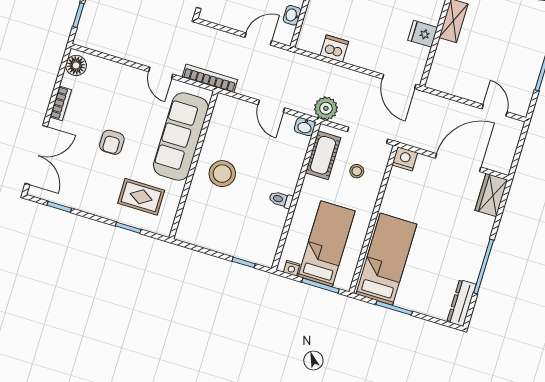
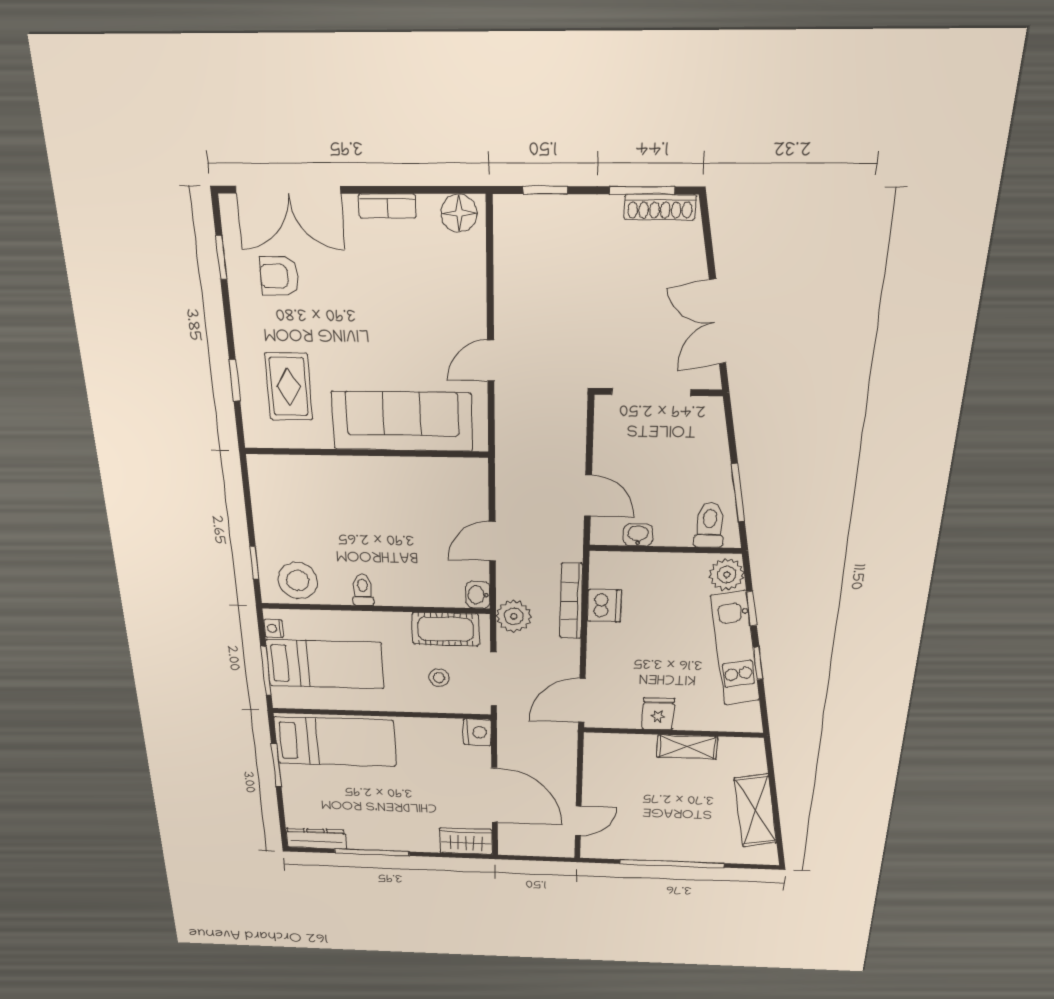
bookcase: (210, 78) -> (571, 601), moved, turned 180
armchair: (112, 142) -> (279, 276), moved
stool: (222, 174) -> (298, 581), moved

